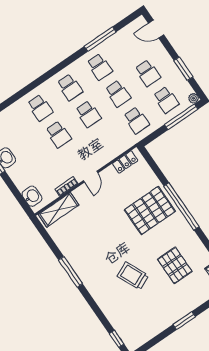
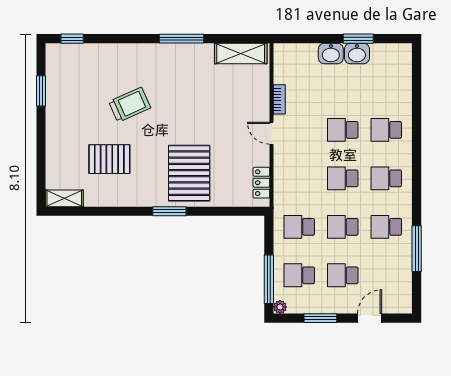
door: (156, 29) -> (370, 318), moved
washbasin: (32, 196) -> (331, 54), moved
window: (182, 206) -> (169, 211), width x0.47
shelving: (59, 210) -> (241, 53), moved, turned 90
window: (184, 321) -> (41, 91), moved

